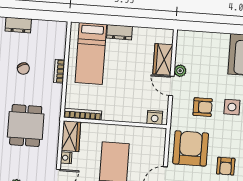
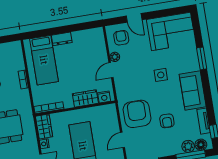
door: (216, 28) -> (134, 18), added
wardrobe: (163, 59) -> (85, 98), moved, turned 90
door: (171, 86) -> (111, 70), hinge flipped
armchair: (203, 107) -> (121, 38), moved, turned -90

